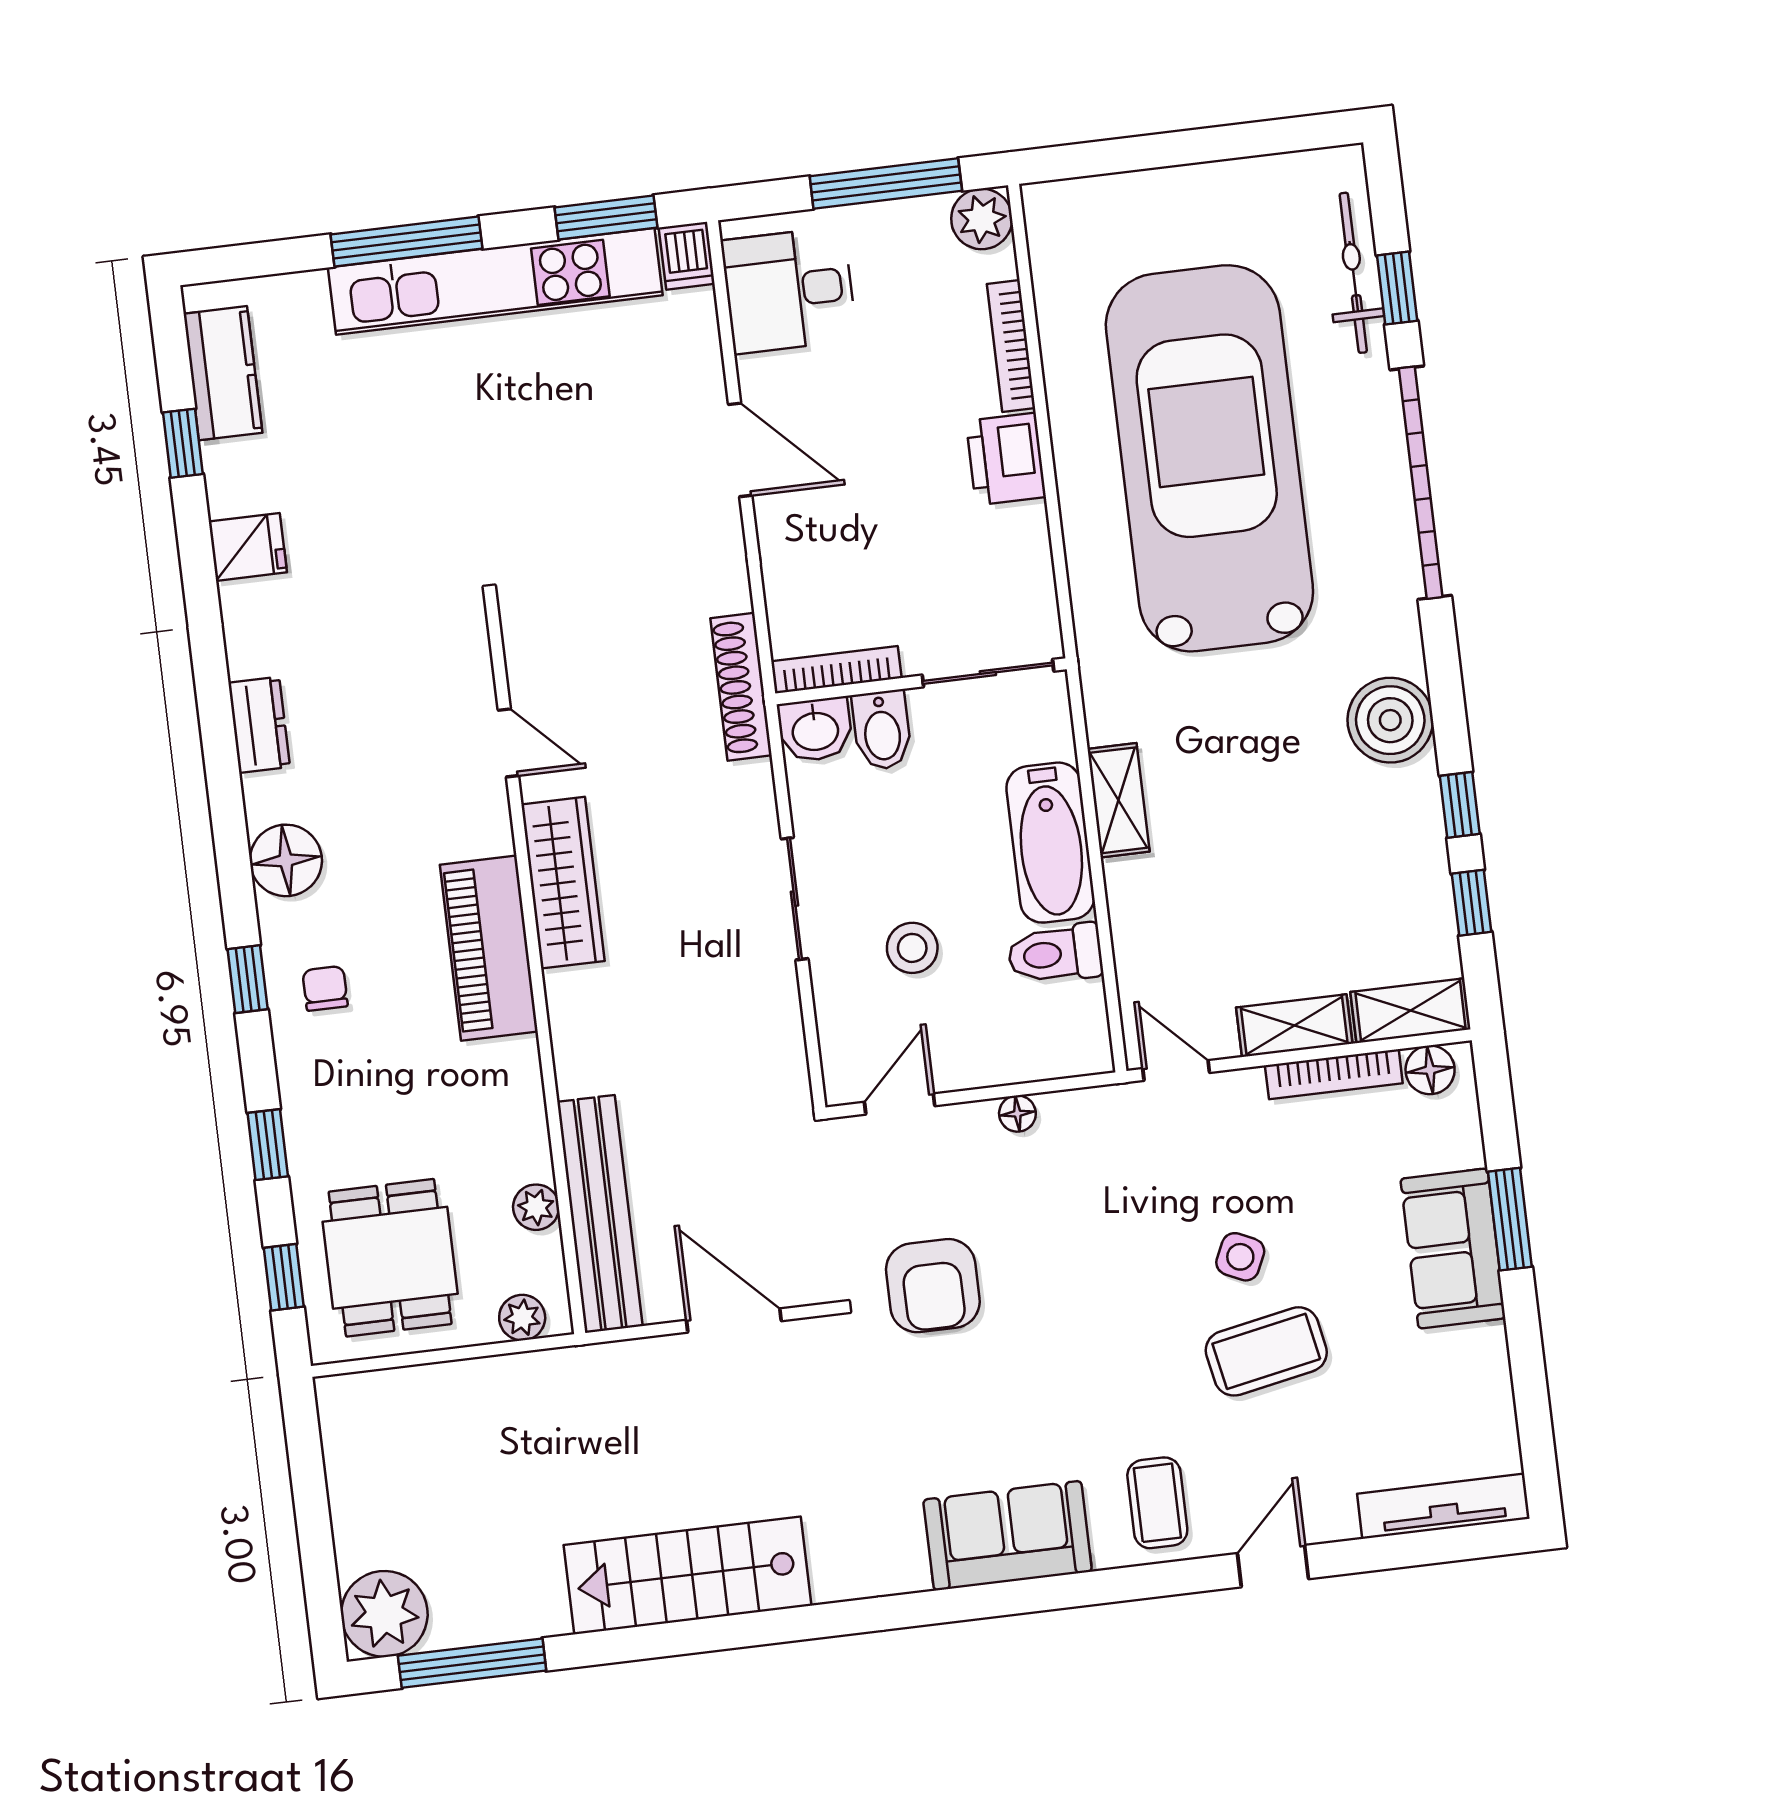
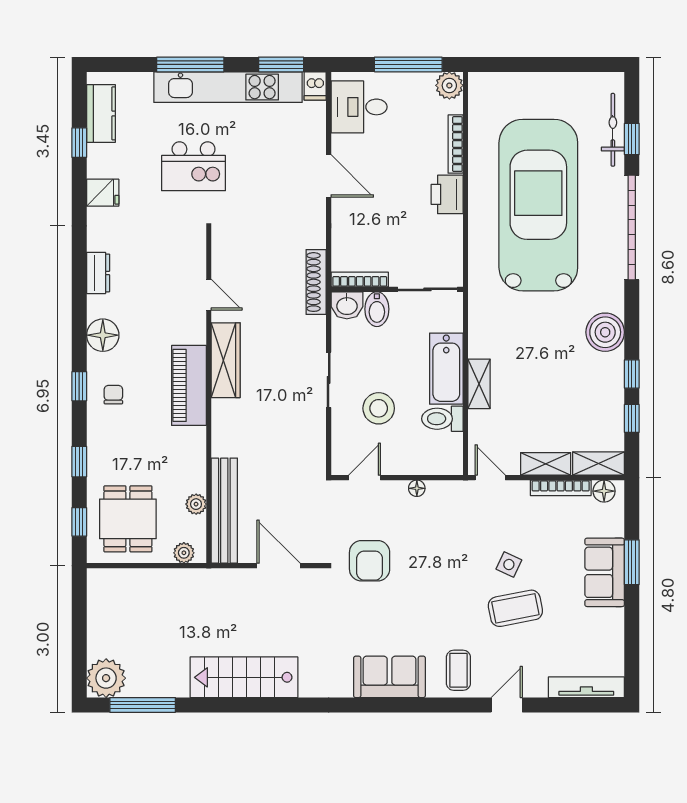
kitchen island: (441, 465) -> (194, 166), added
shelving: (1118, 800) -> (479, 384), moved
stool: (912, 948) -> (379, 408), width x1.38, depth x1.38

